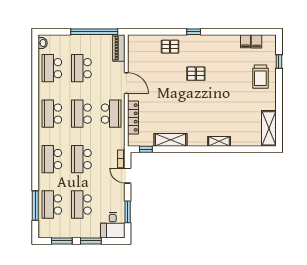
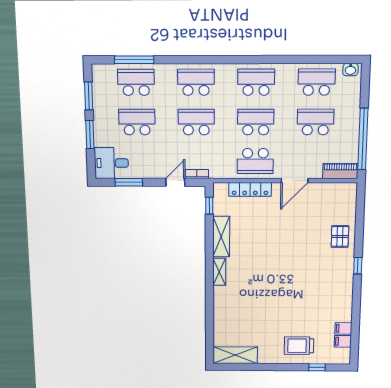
pallet: (196, 74) -> (305, 268), removed
shelving: (219, 141) -> (219, 272), moved

